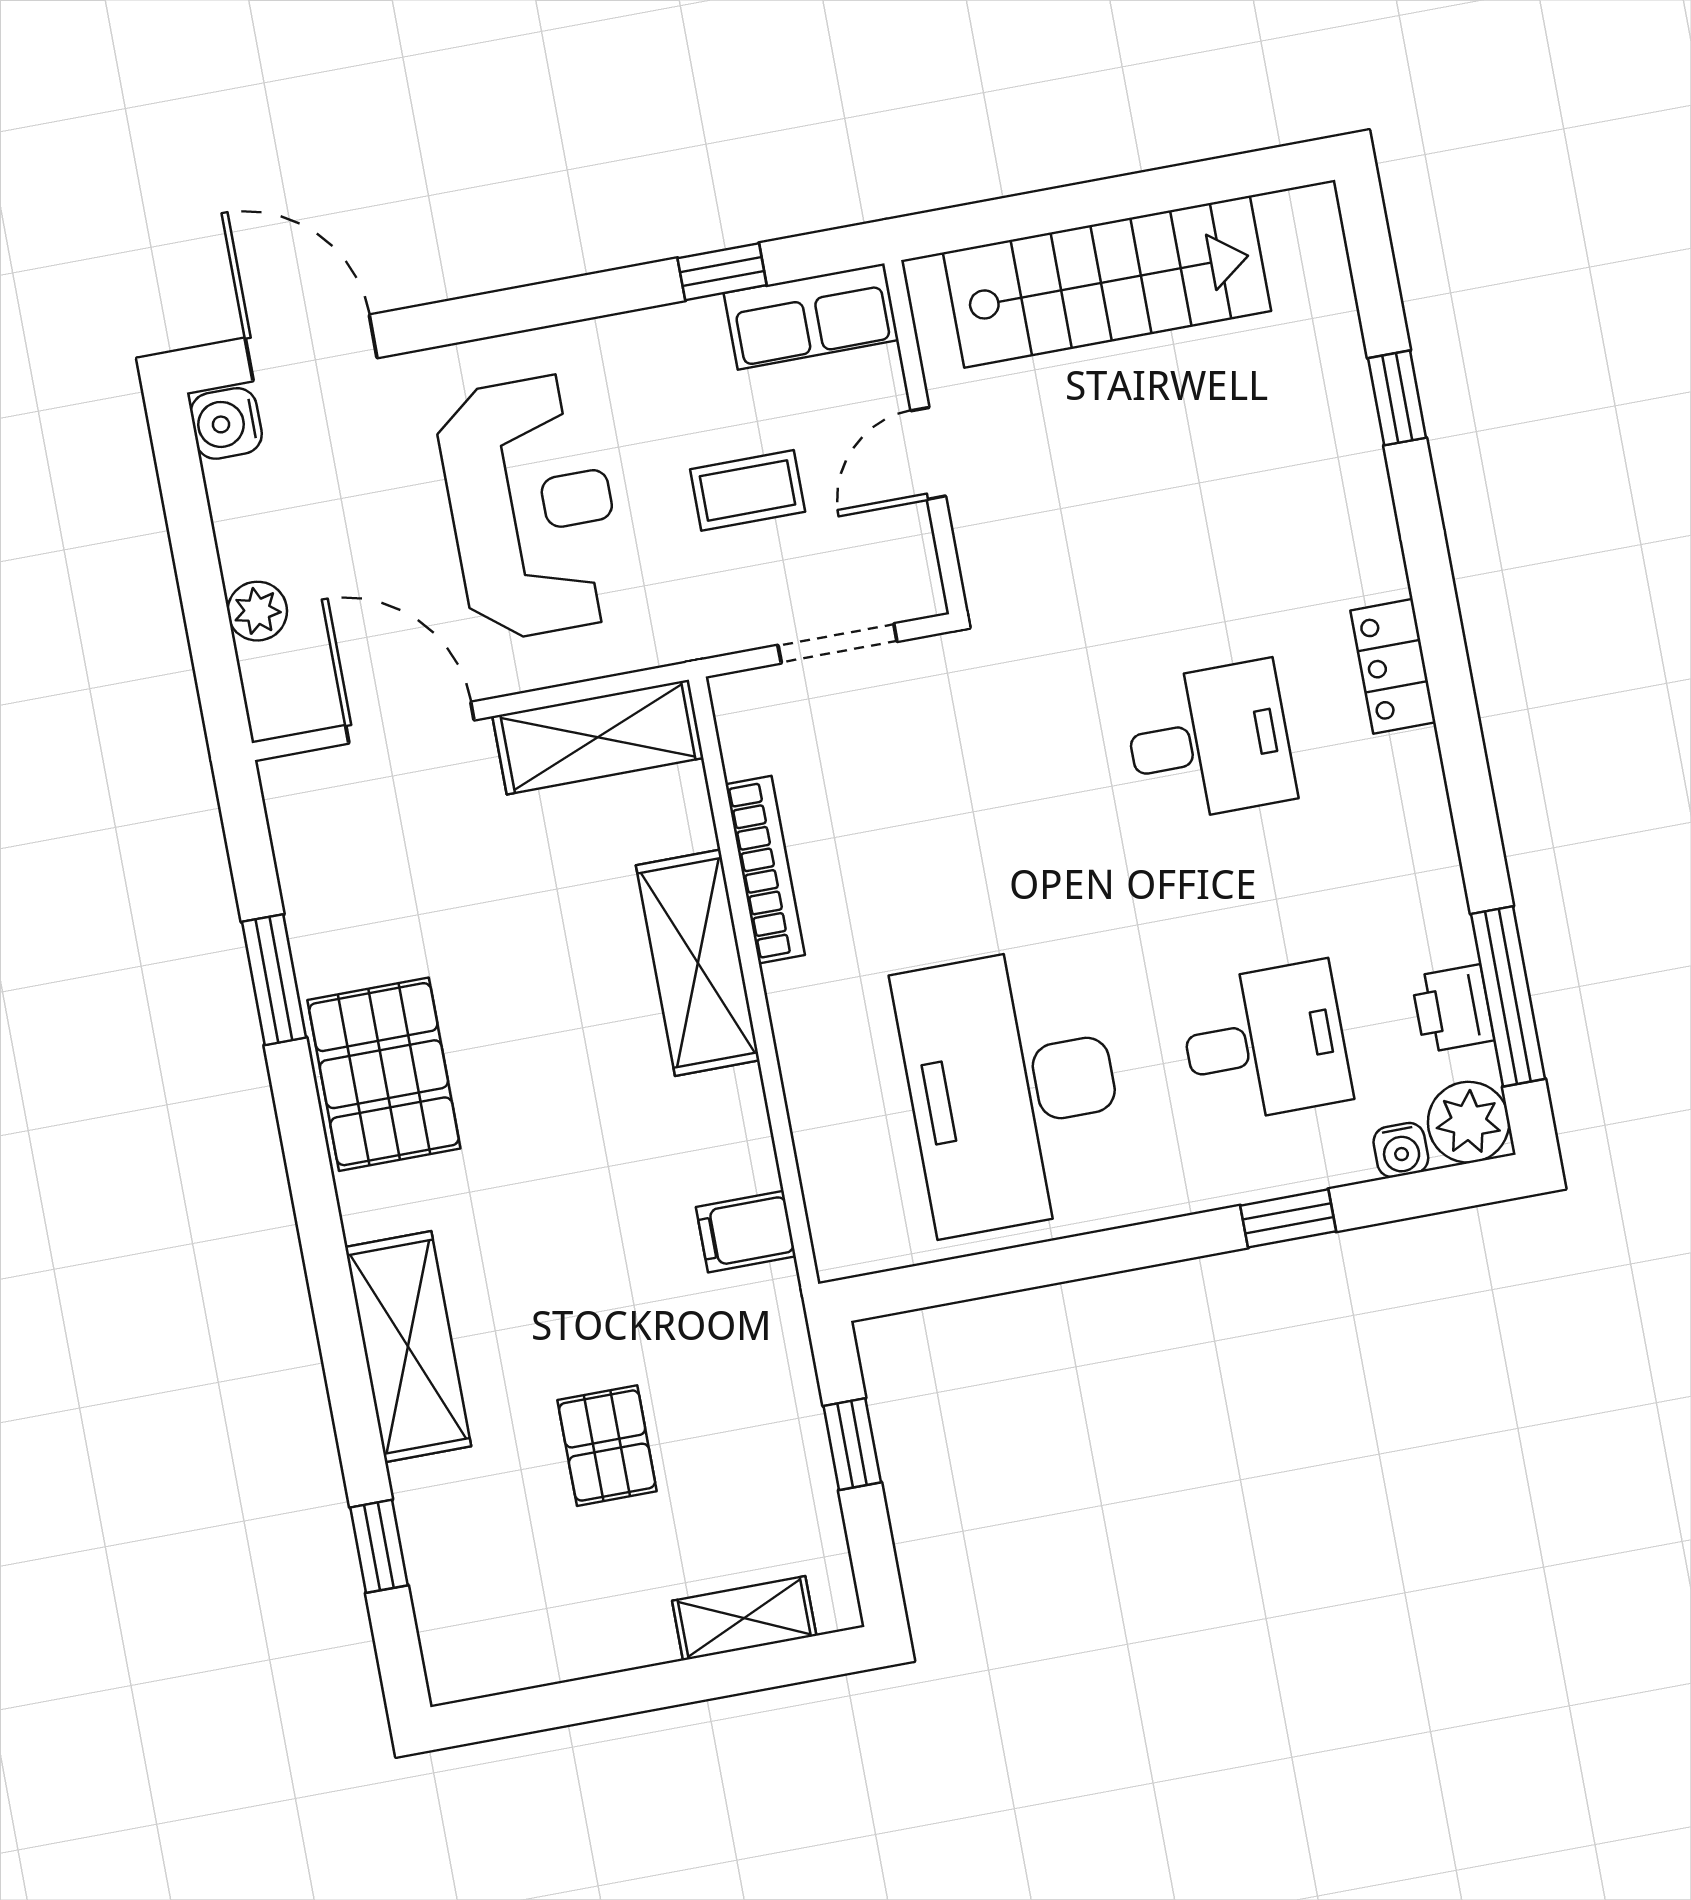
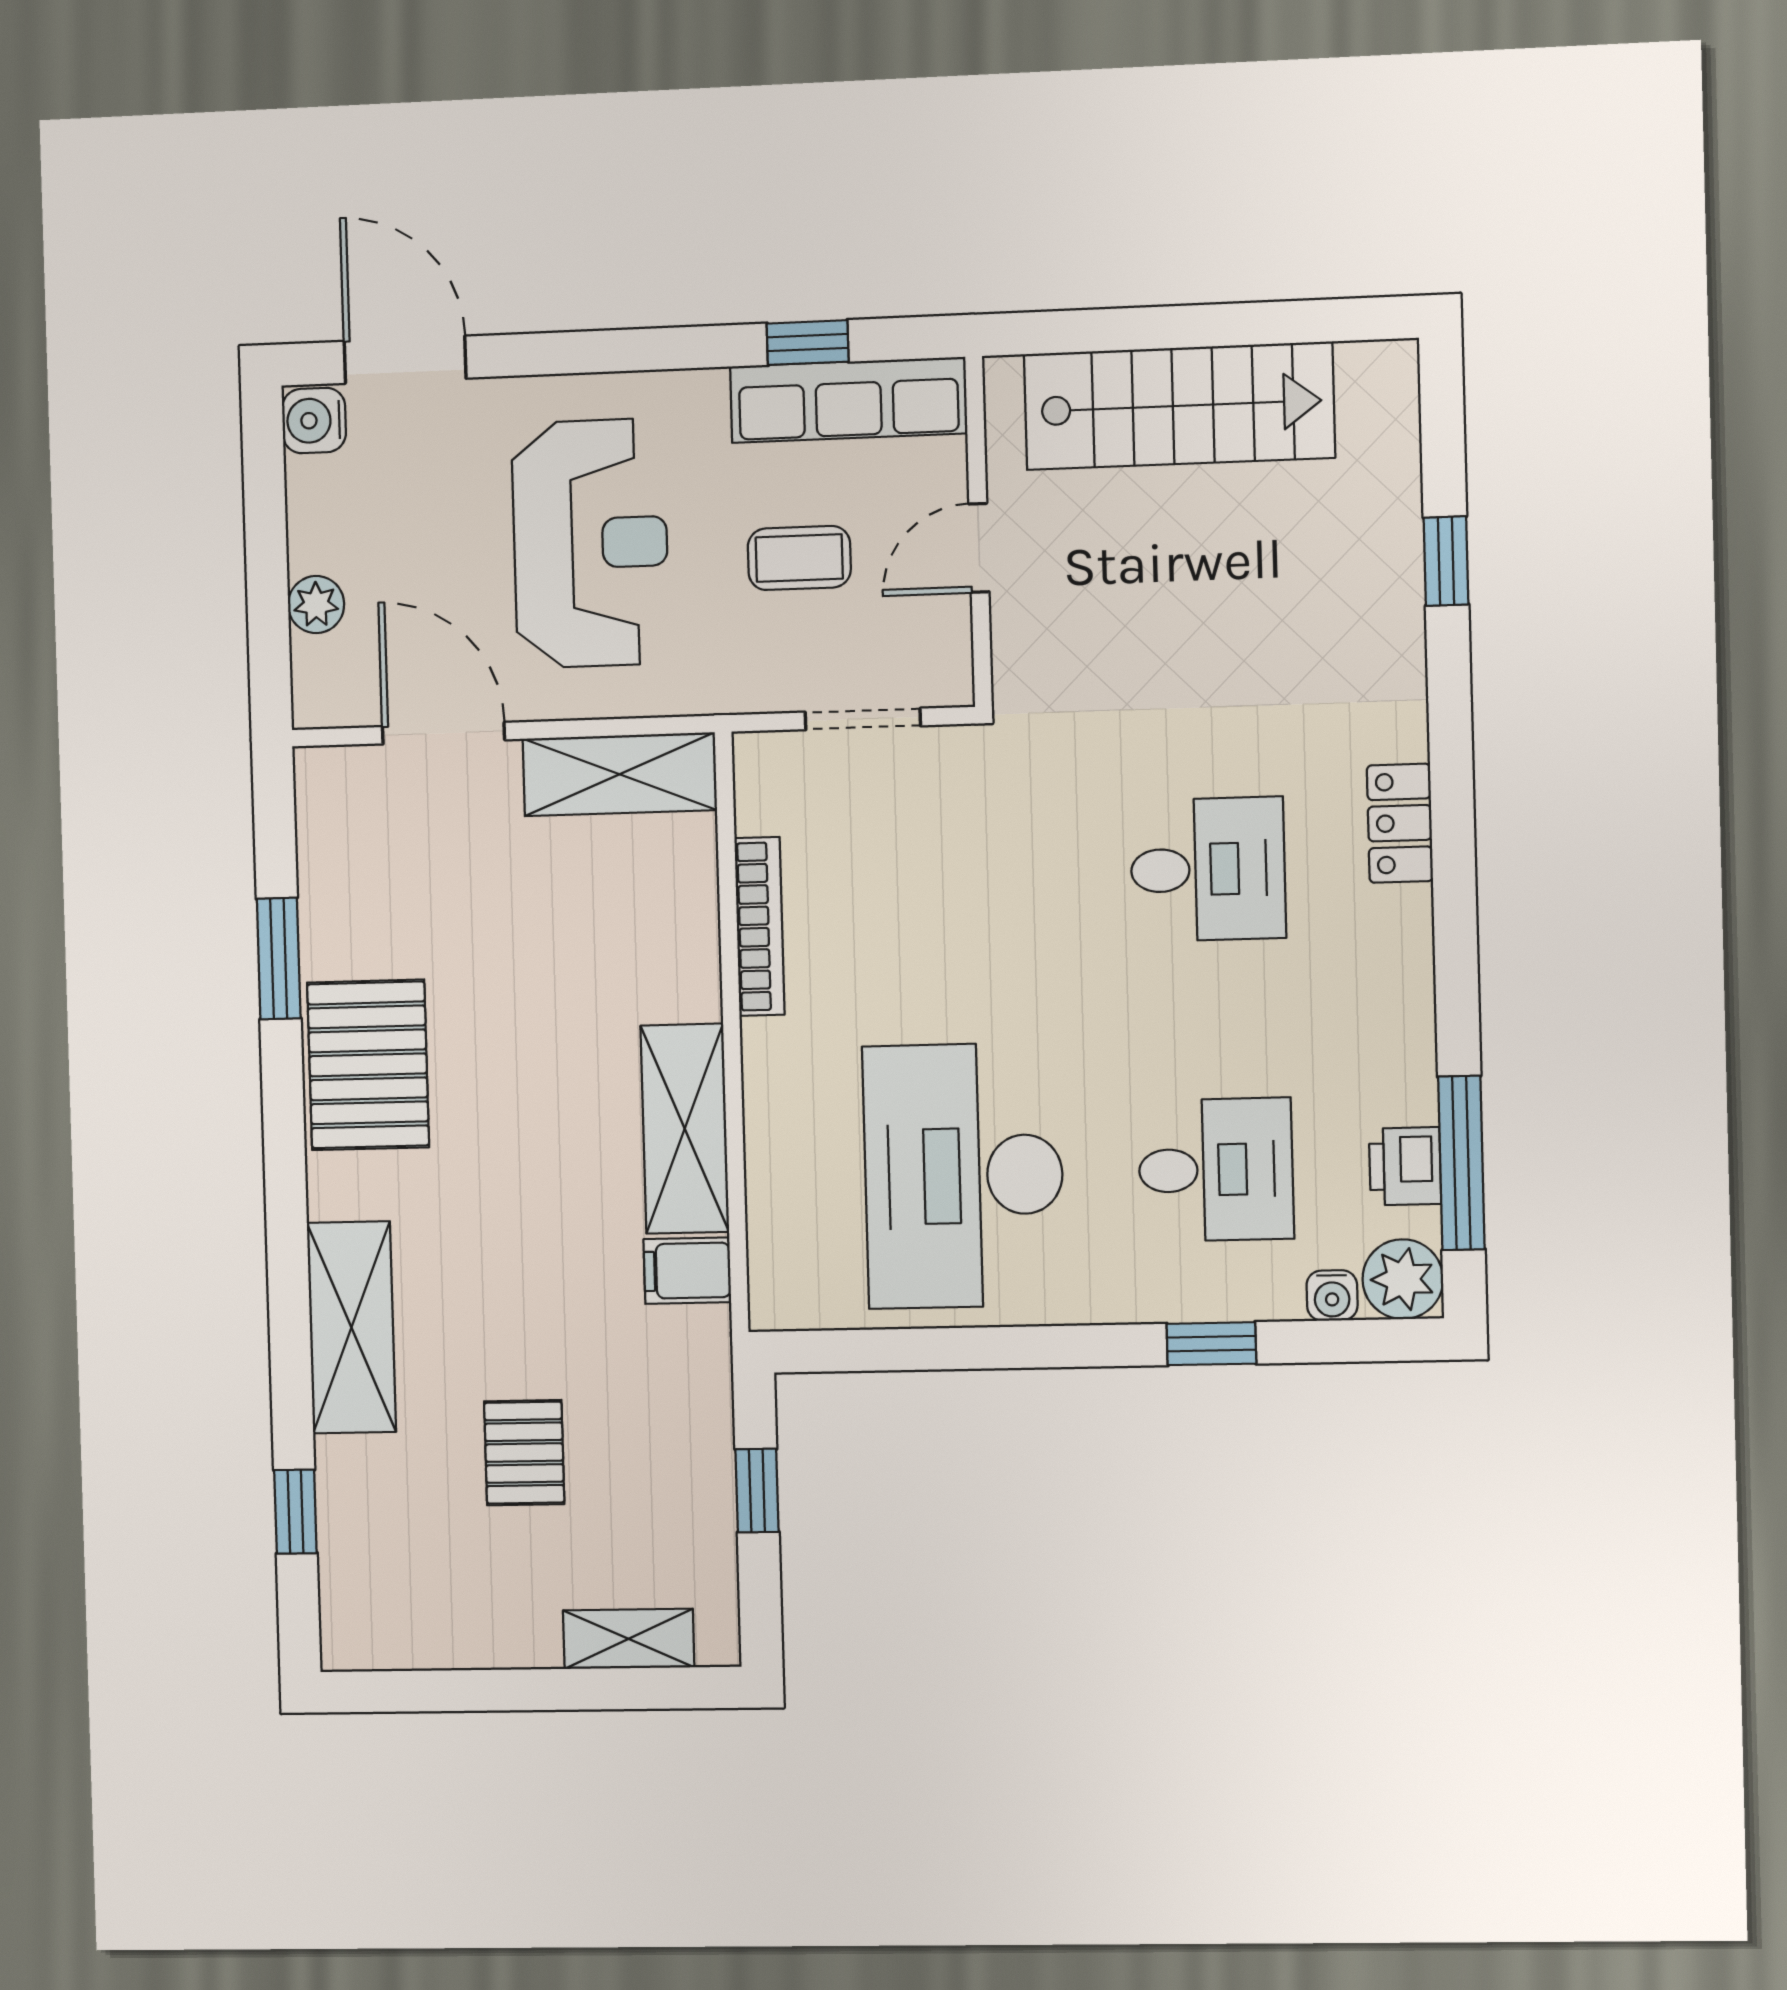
row of seats: (811, 317) -> (848, 400), width x1.48
shelving: (698, 963) -> (685, 1129), moved

